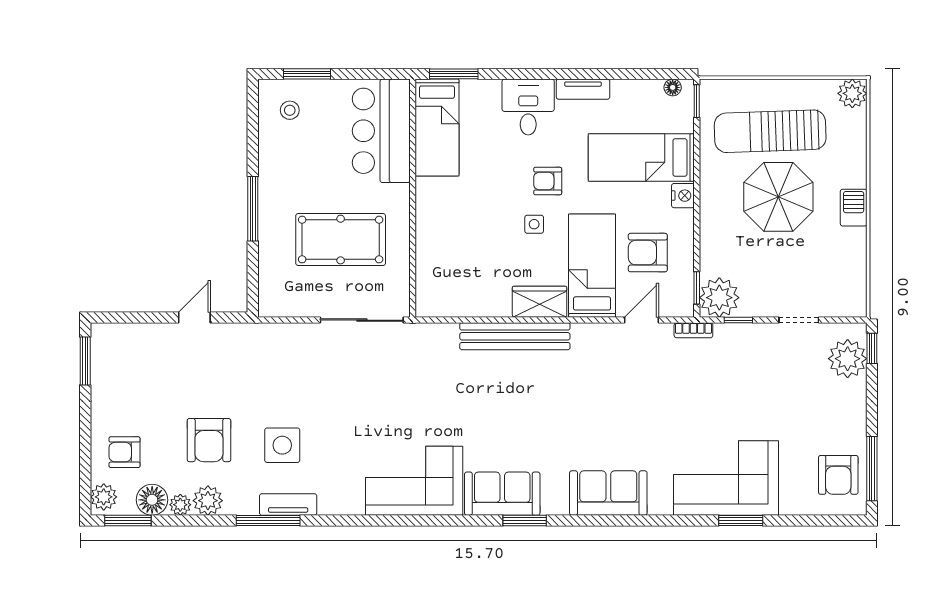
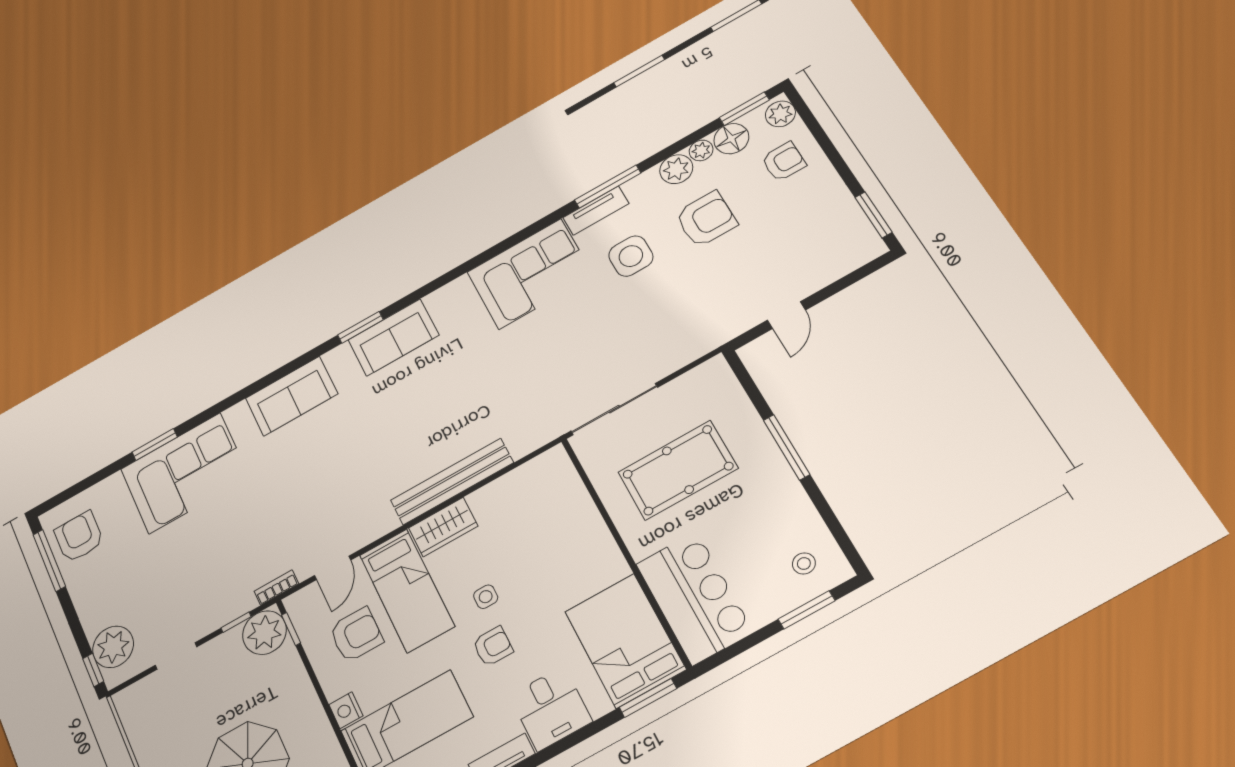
bed: (437, 128) -> (625, 640), width x1.50
armchair: (209, 440) -> (706, 219), turned 90
corner sofa: (414, 481) -> (530, 274), moved

